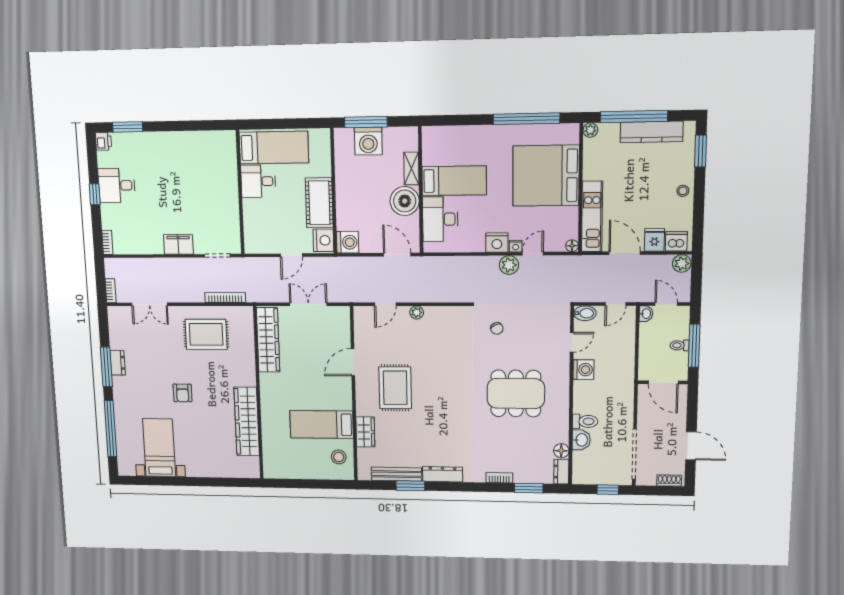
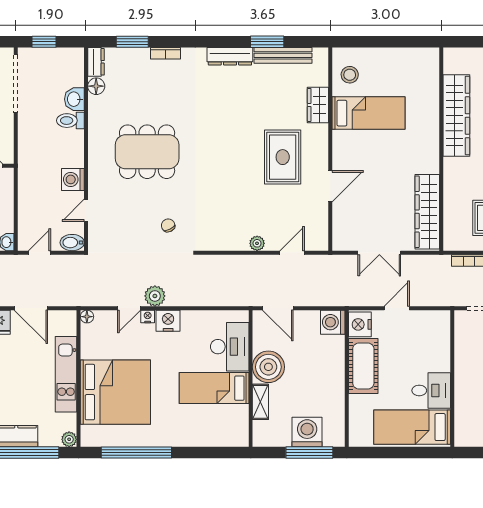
kitchen unit: (592, 217) -> (66, 374), moved

